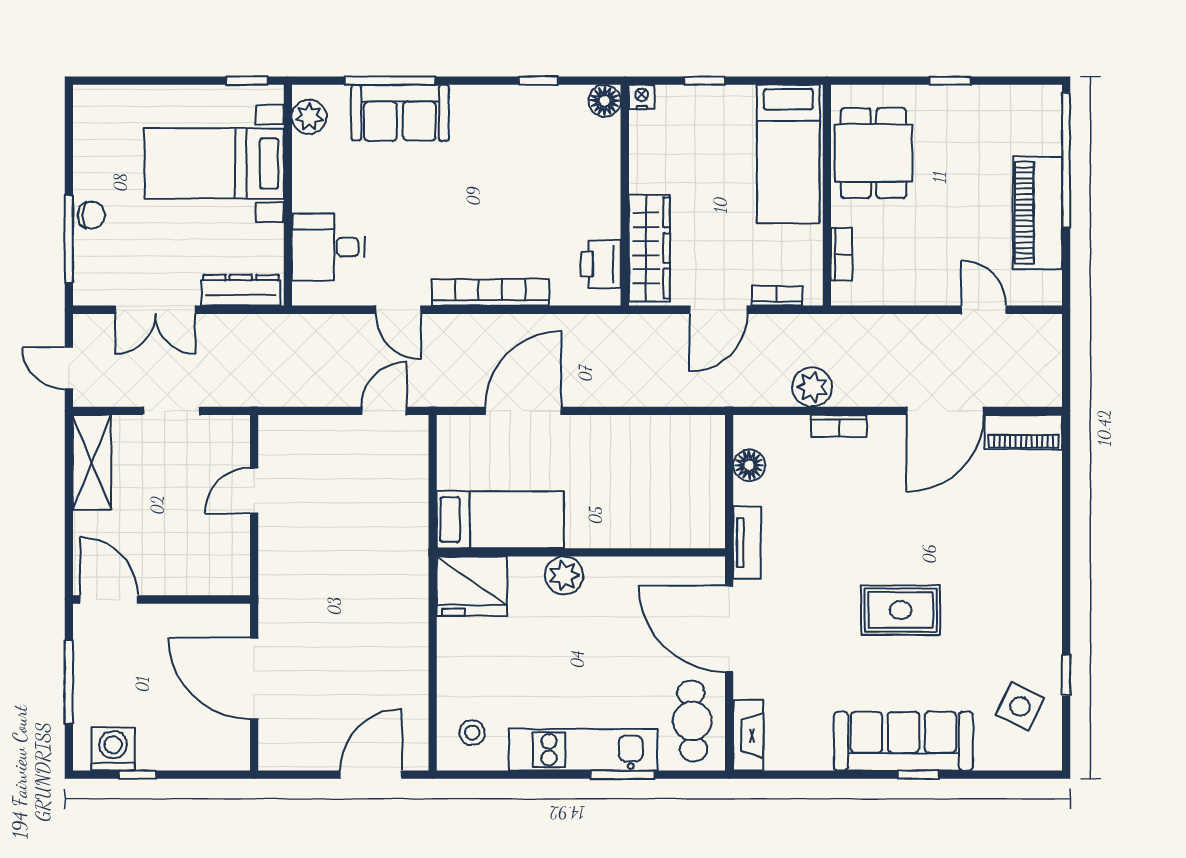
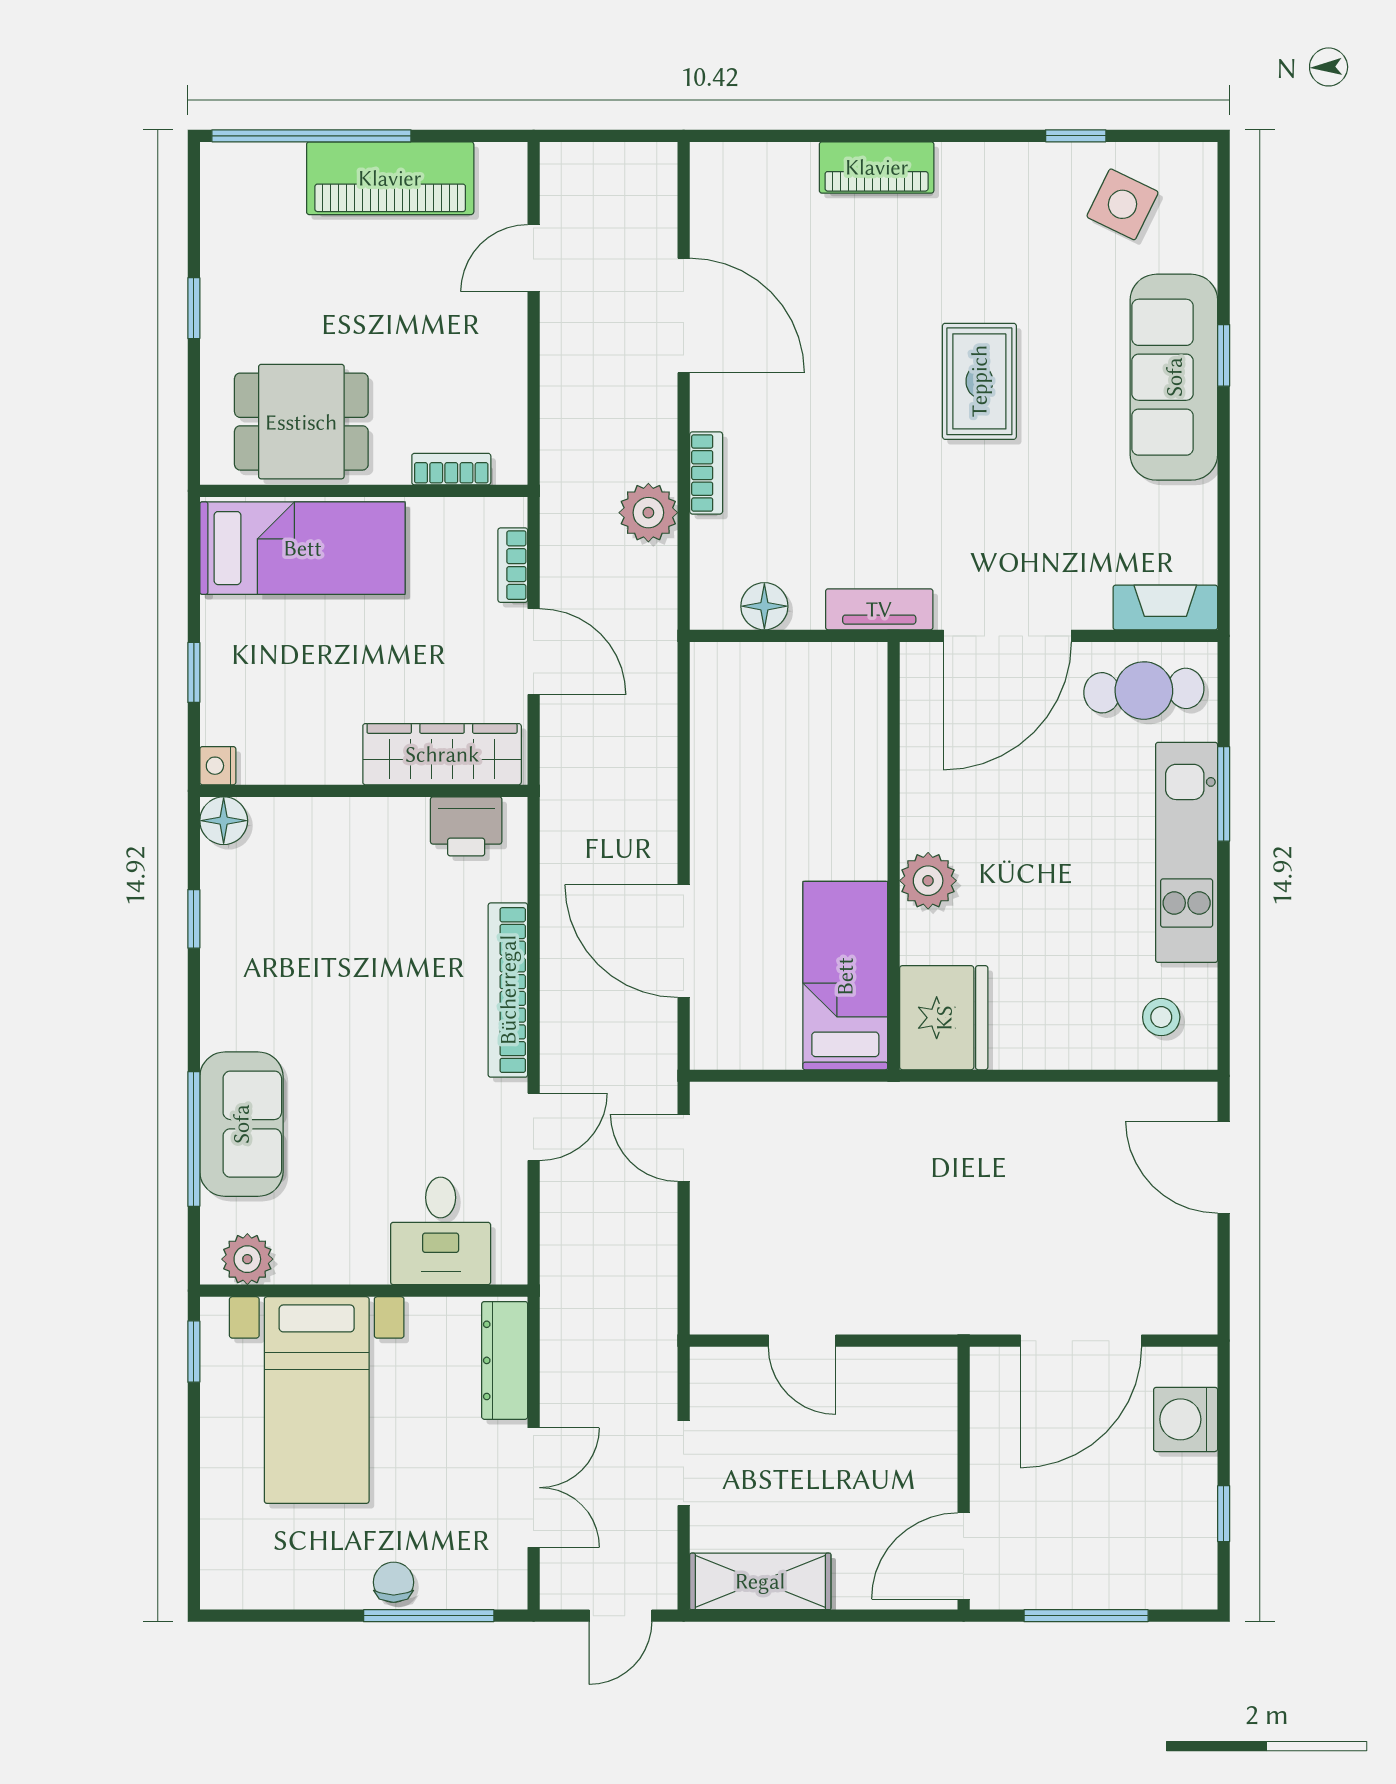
piano: (1023, 432) -> (877, 167), moved, turned 90
washing machine: (113, 749) -> (1186, 1419), moved

